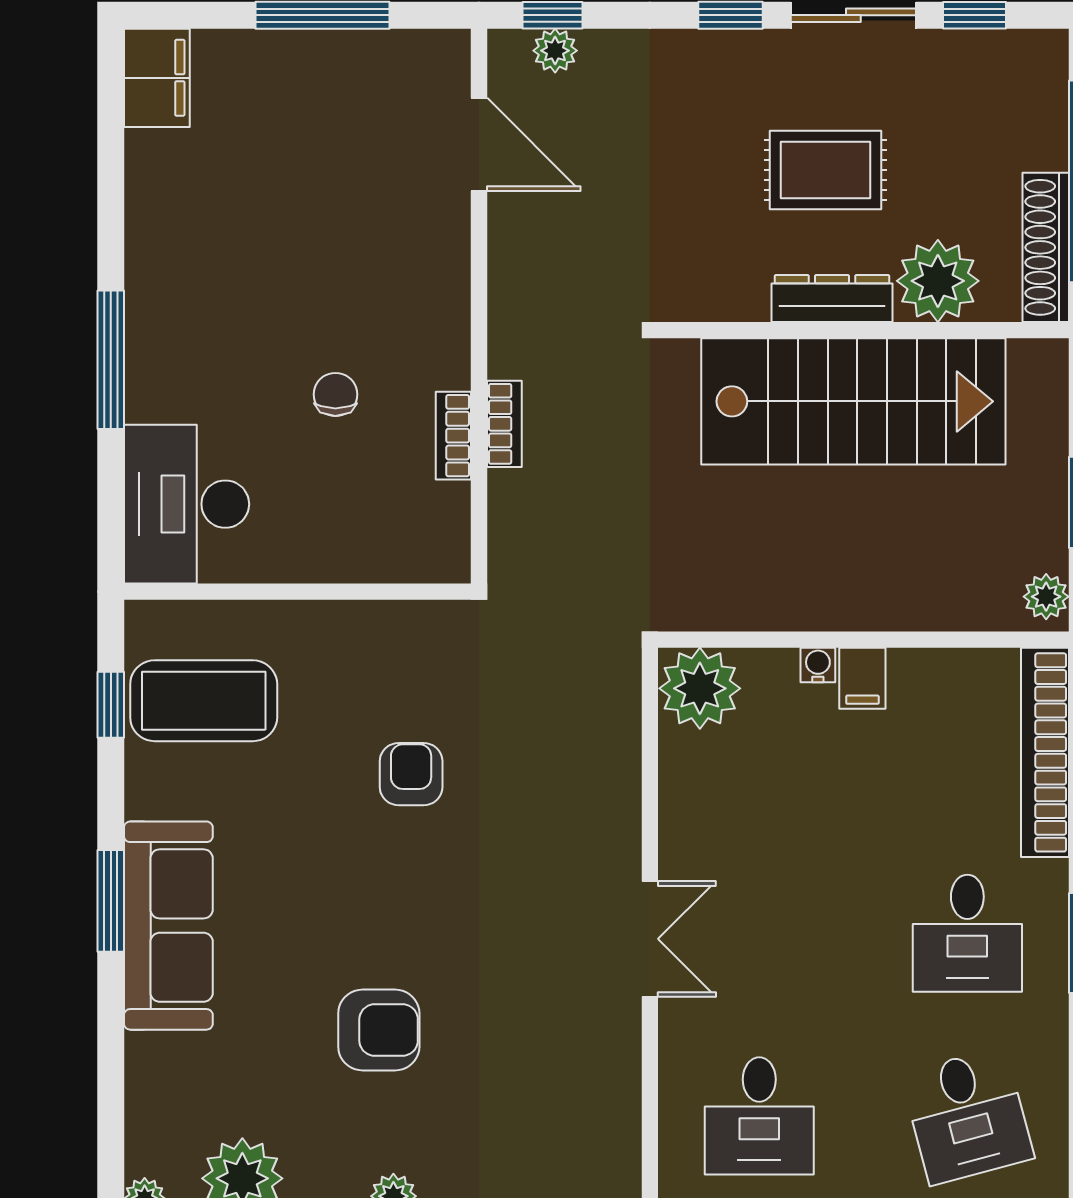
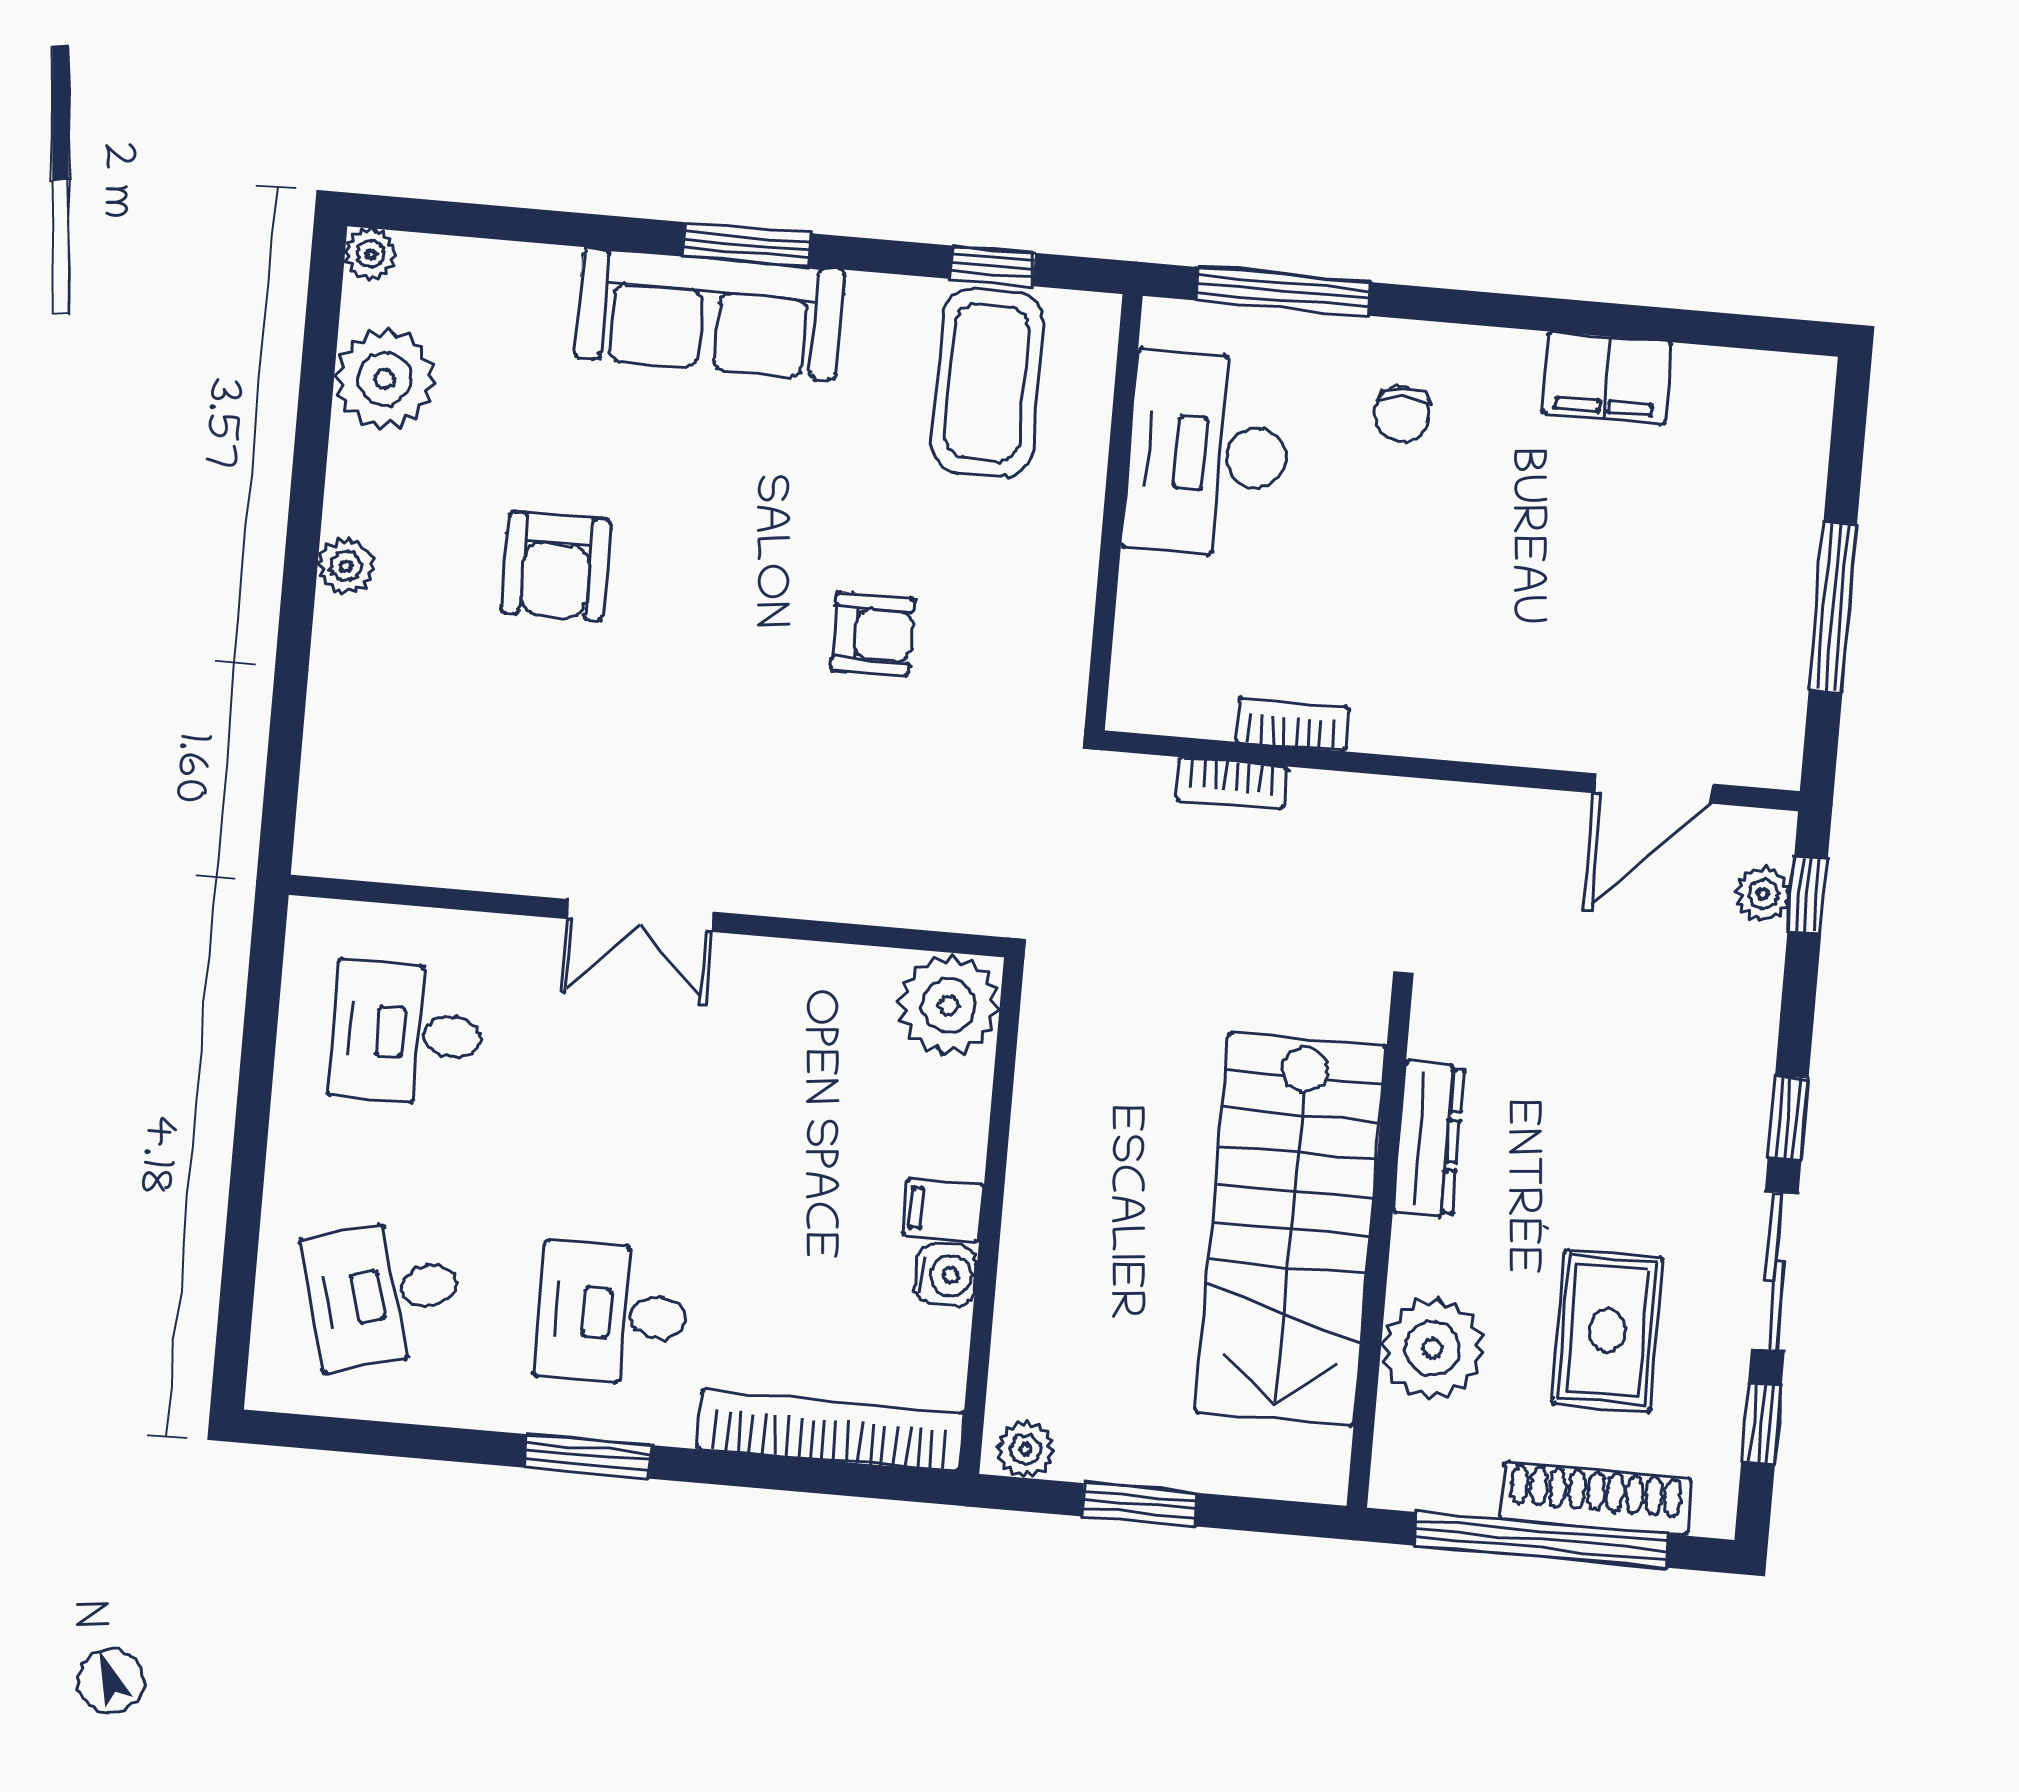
filing cabinet: (157, 78) -> (1606, 378), moved
rug: (825, 170) -> (1607, 1330), moved
shoe rack: (1046, 247) -> (1595, 1499), moved
dresser: (832, 298) -> (1429, 1139), moved
window: (111, 360) -> (1283, 291), moved
chair: (335, 394) -> (1402, 414), moved, turned 90
bookcase: (504, 424) -> (1231, 783), moved
desk: (187, 504) -> (1208, 454), moved, turned -90
water cooler: (818, 665) -> (946, 1275), moved, width x1.38, depth x1.38

